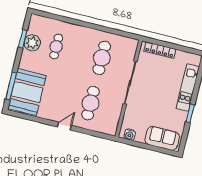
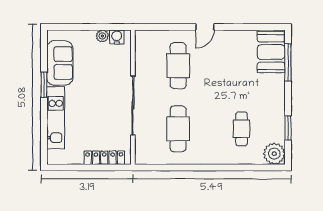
plant: (32, 43) -> (274, 154), moved
booth: (27, 92) -> (271, 52), width x0.73, depth x0.70
plant: (140, 138) -> (102, 36), added
sofa: (162, 138) -> (60, 63), moved, turned -90

